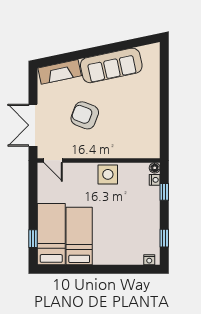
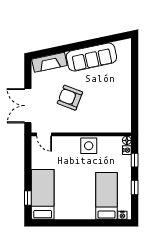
bed: (79, 236) -> (106, 196), moved
window: (164, 238) -> (135, 187), moved

